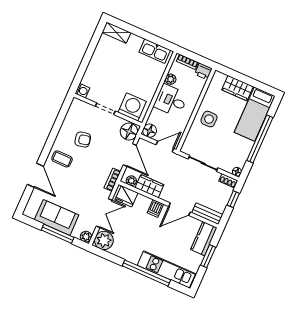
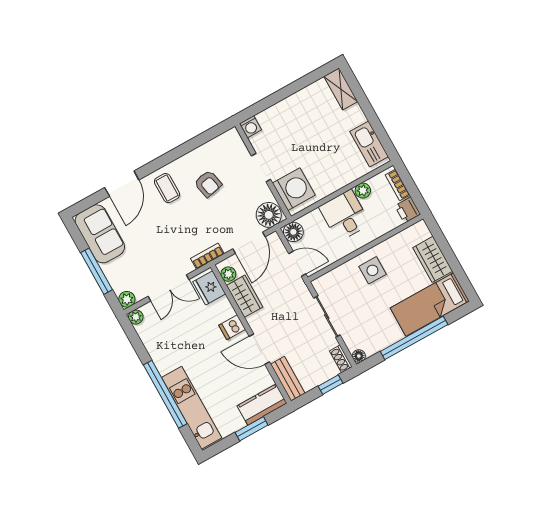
sofa: (57, 217) -> (100, 234), moved
plant: (104, 240) -> (136, 317), width x0.53, depth x0.53

